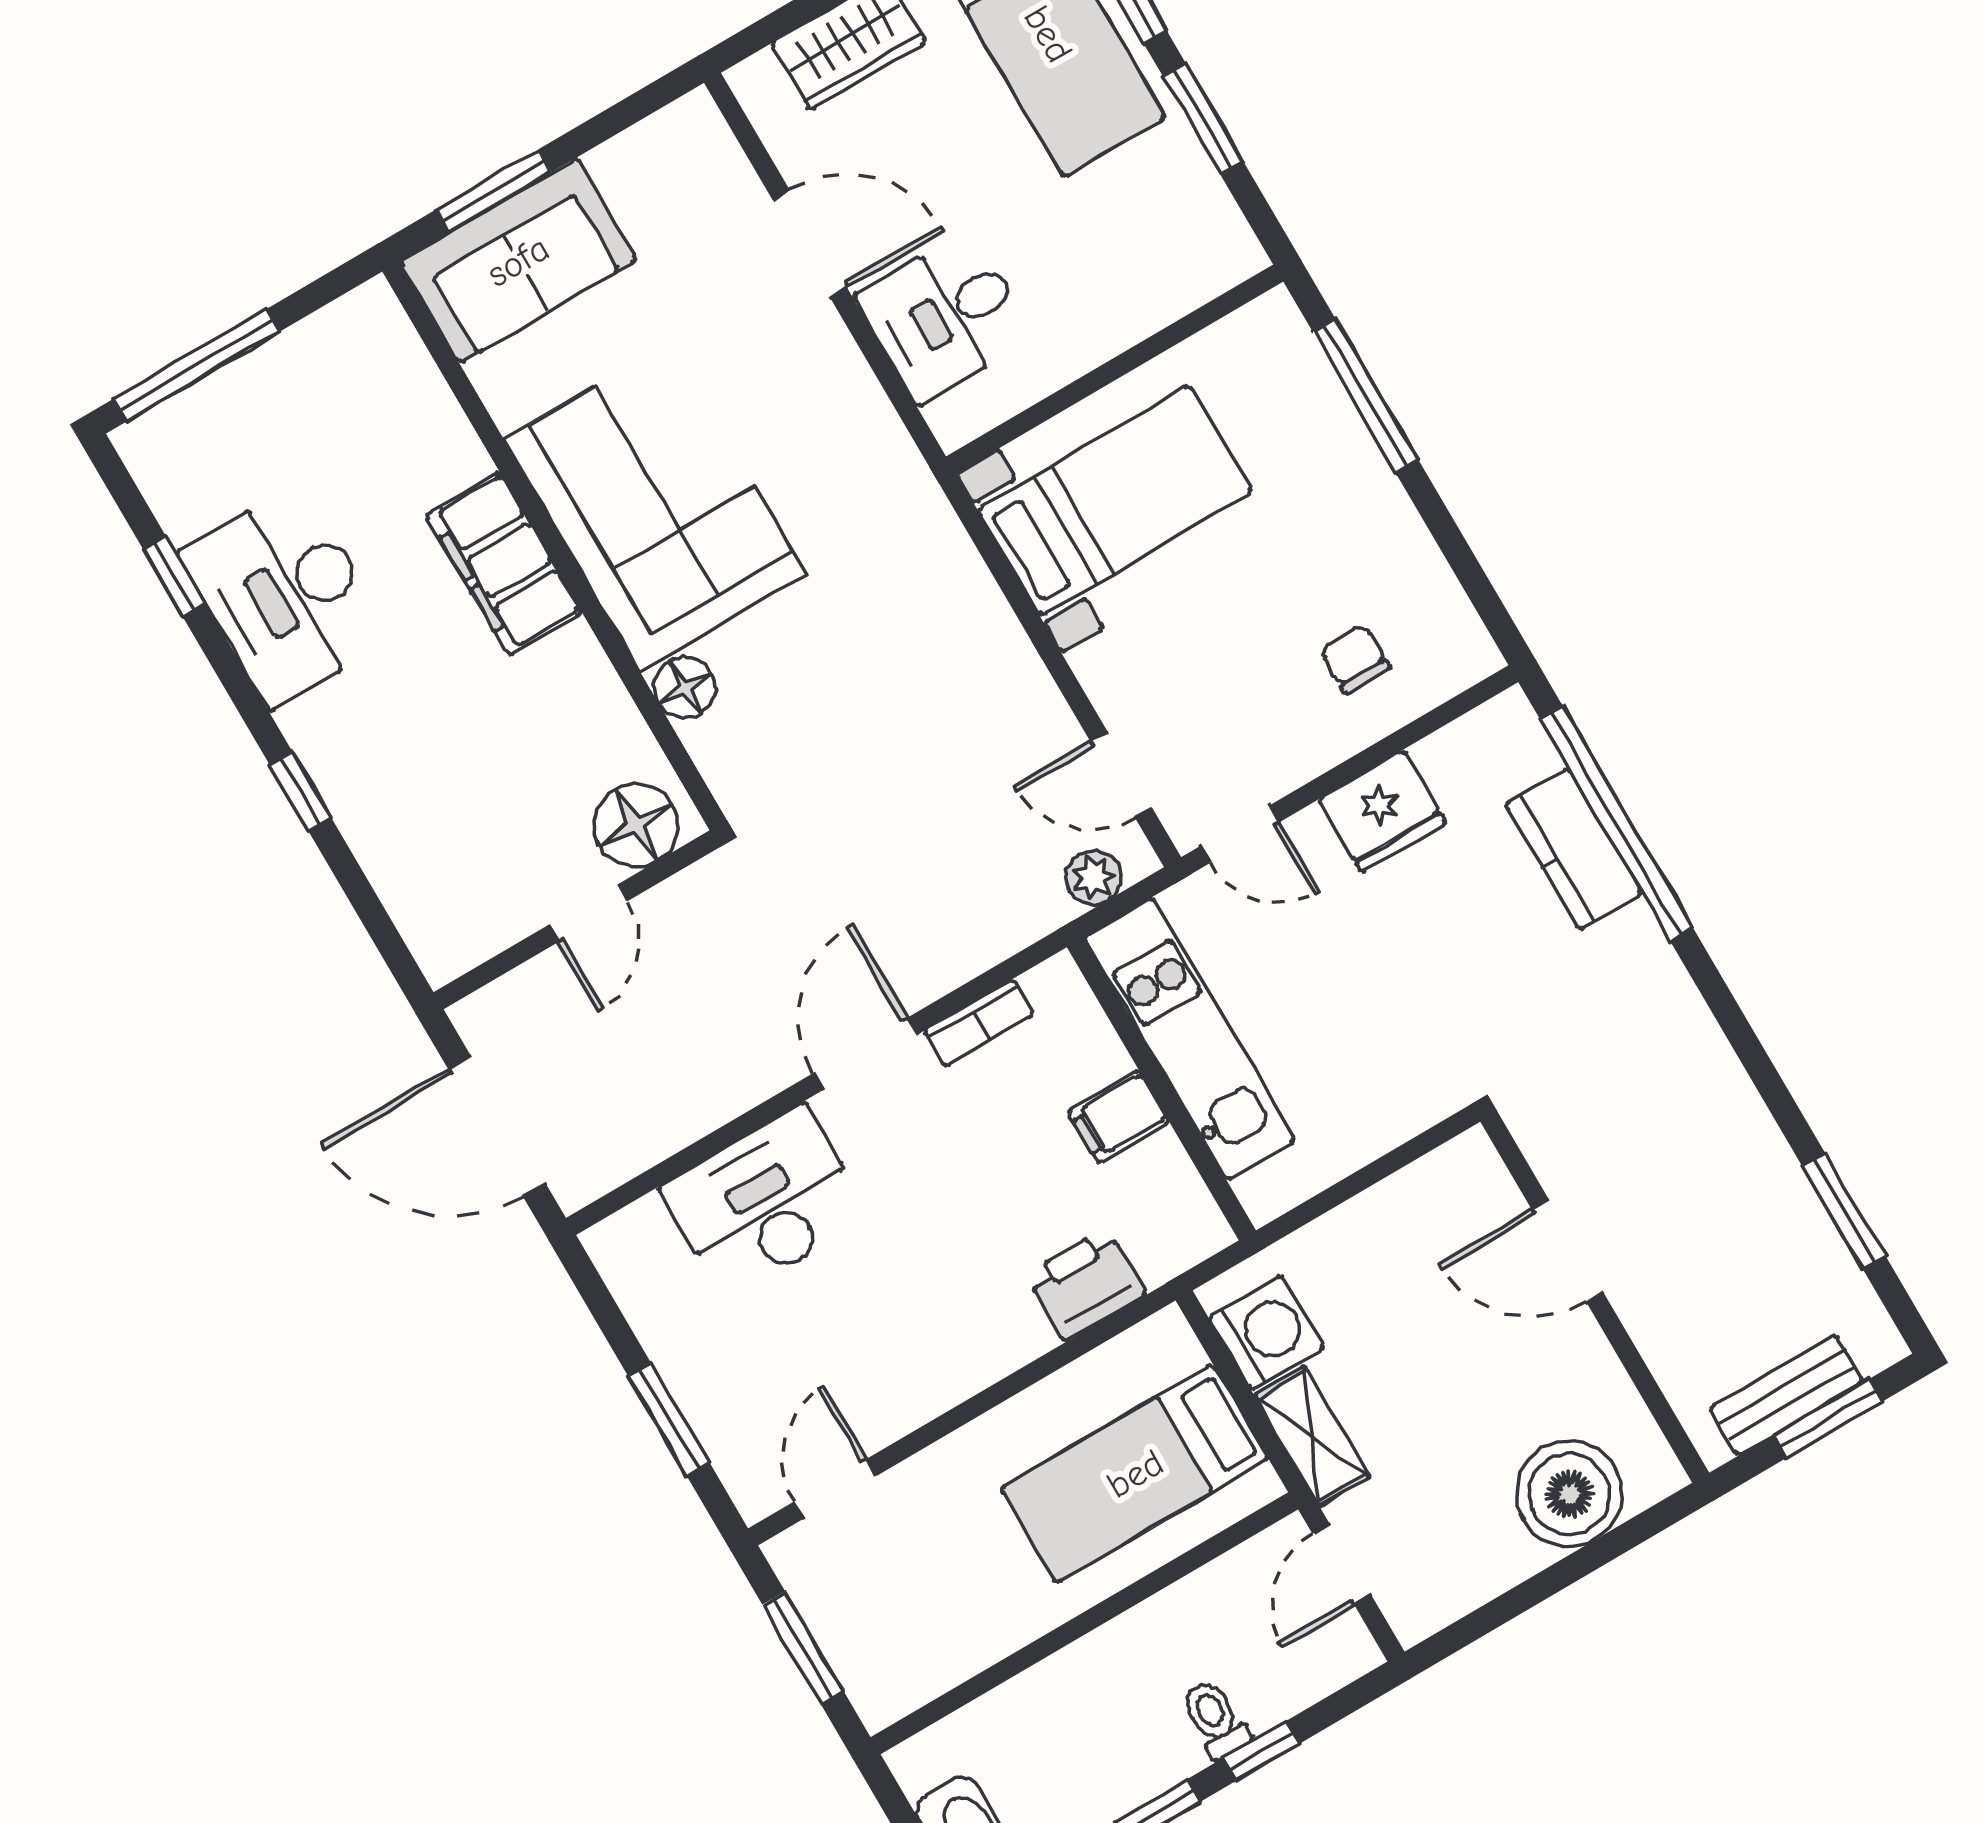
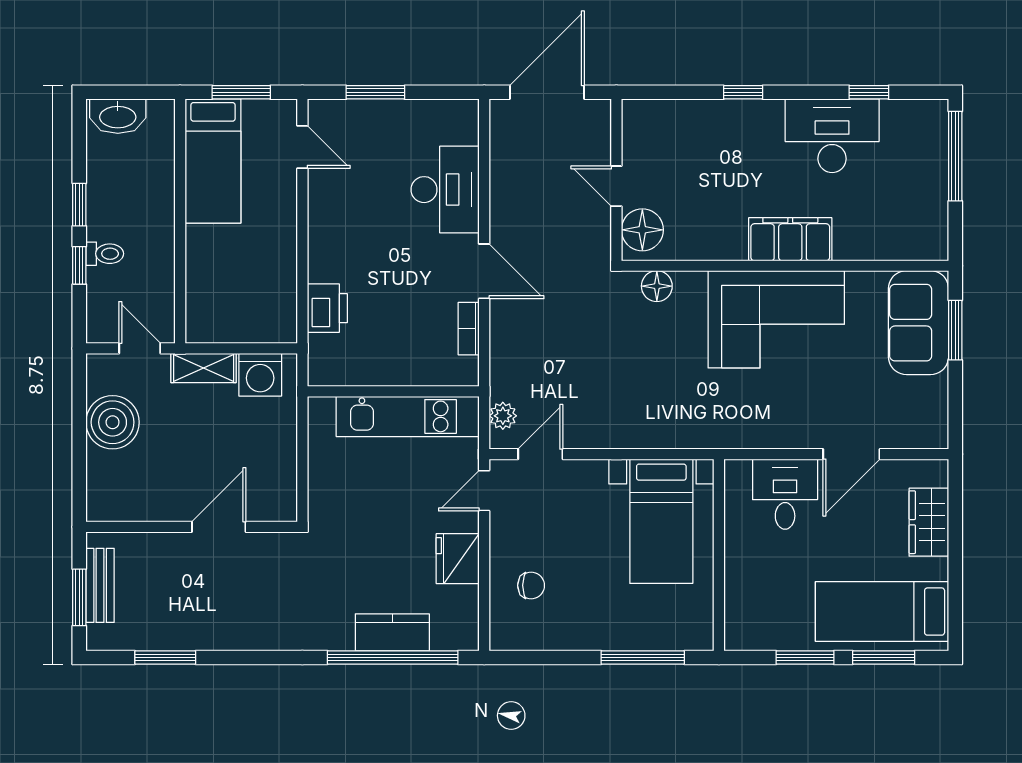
floor lamp: (685, 687) -> (657, 286), moved
filing cabinet: (1119, 1117) -> (392, 366), removed
bed: (1135, 1474) -> (213, 161), moved, turned 180
boiler: (1569, 1494) -> (113, 422), moved

